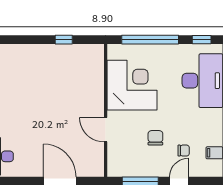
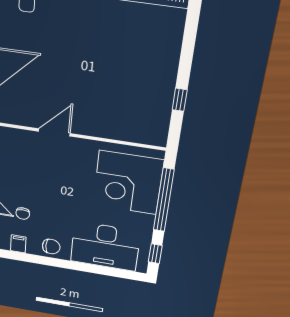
corner desk: (132, 85) -> (128, 183), moved, turned 90
chair: (155, 138) -> (51, 247), moved

